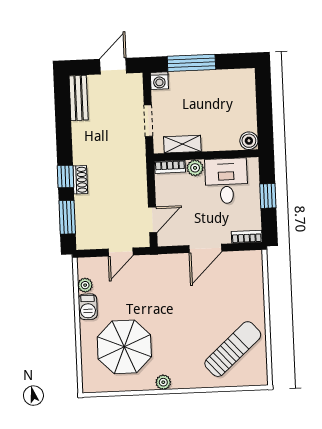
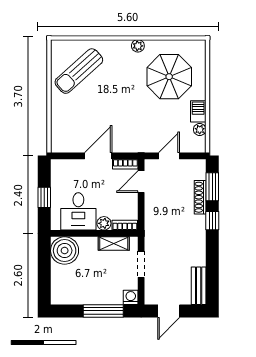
boiler: (249, 141) -> (65, 251), width x1.86, depth x1.86
shoe rack: (80, 180) -> (200, 197), moved, width x1.43
bookcase: (247, 237) -> (125, 164), moved

